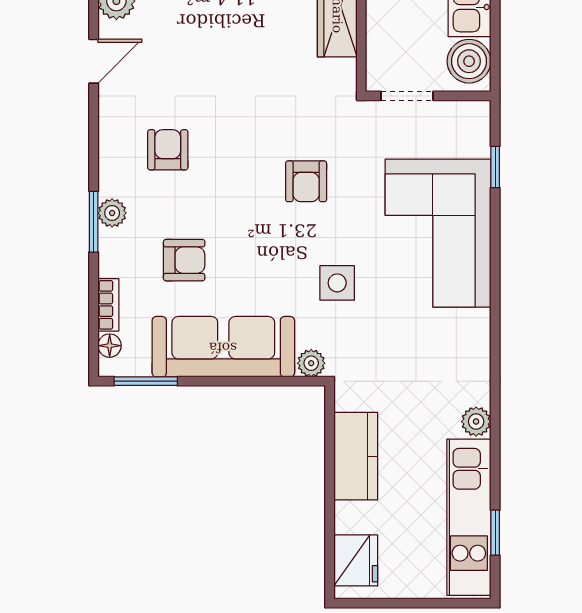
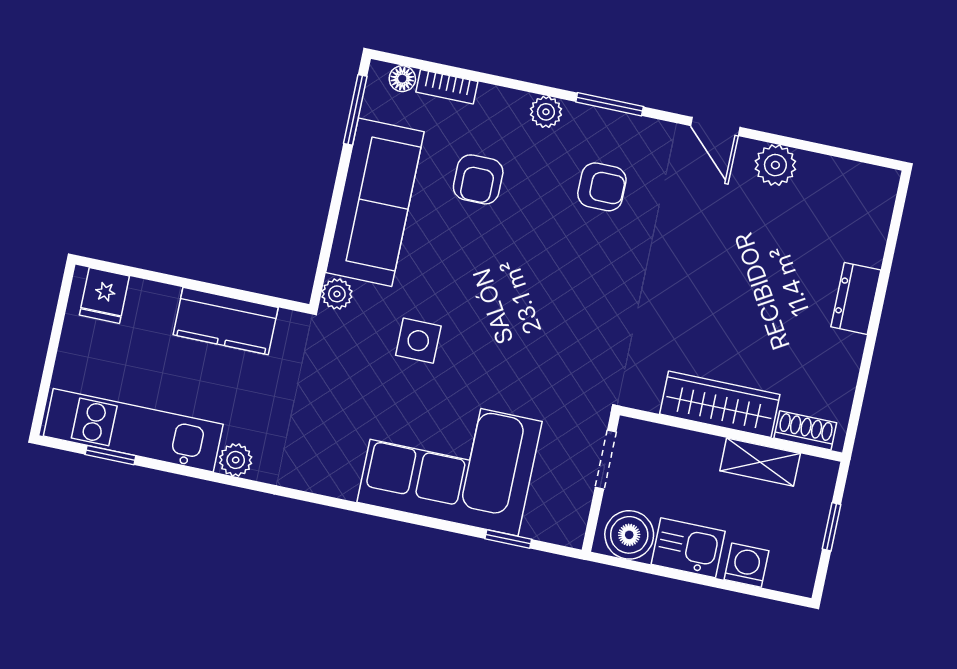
armchair: (306, 181) -> (536, 330), removed
window: (94, 222) -> (610, 104), moved
fridge: (356, 560) -> (104, 296), width x0.72

